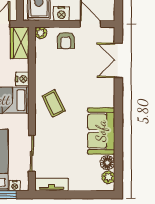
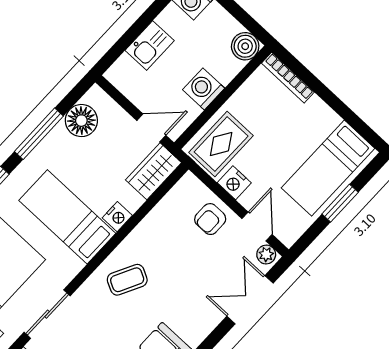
plant: (41, 33) -> (266, 254), moved
coffee table: (54, 103) -> (127, 280), turned 53

